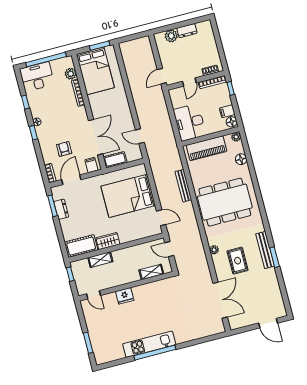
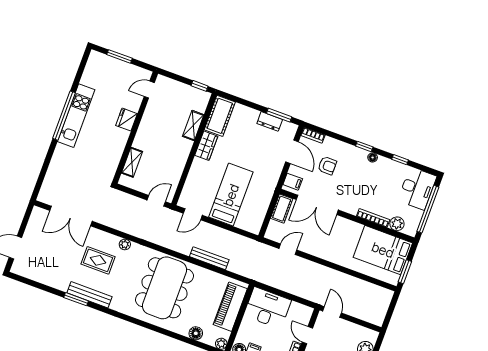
bed: (128, 196) -> (231, 195), width x0.67
shelving: (151, 272) -> (132, 162), moved
wall: (126, 286) -> (135, 128), moved
door: (93, 295) -> (149, 90), moved
fridge: (125, 296) -> (127, 120), moved

